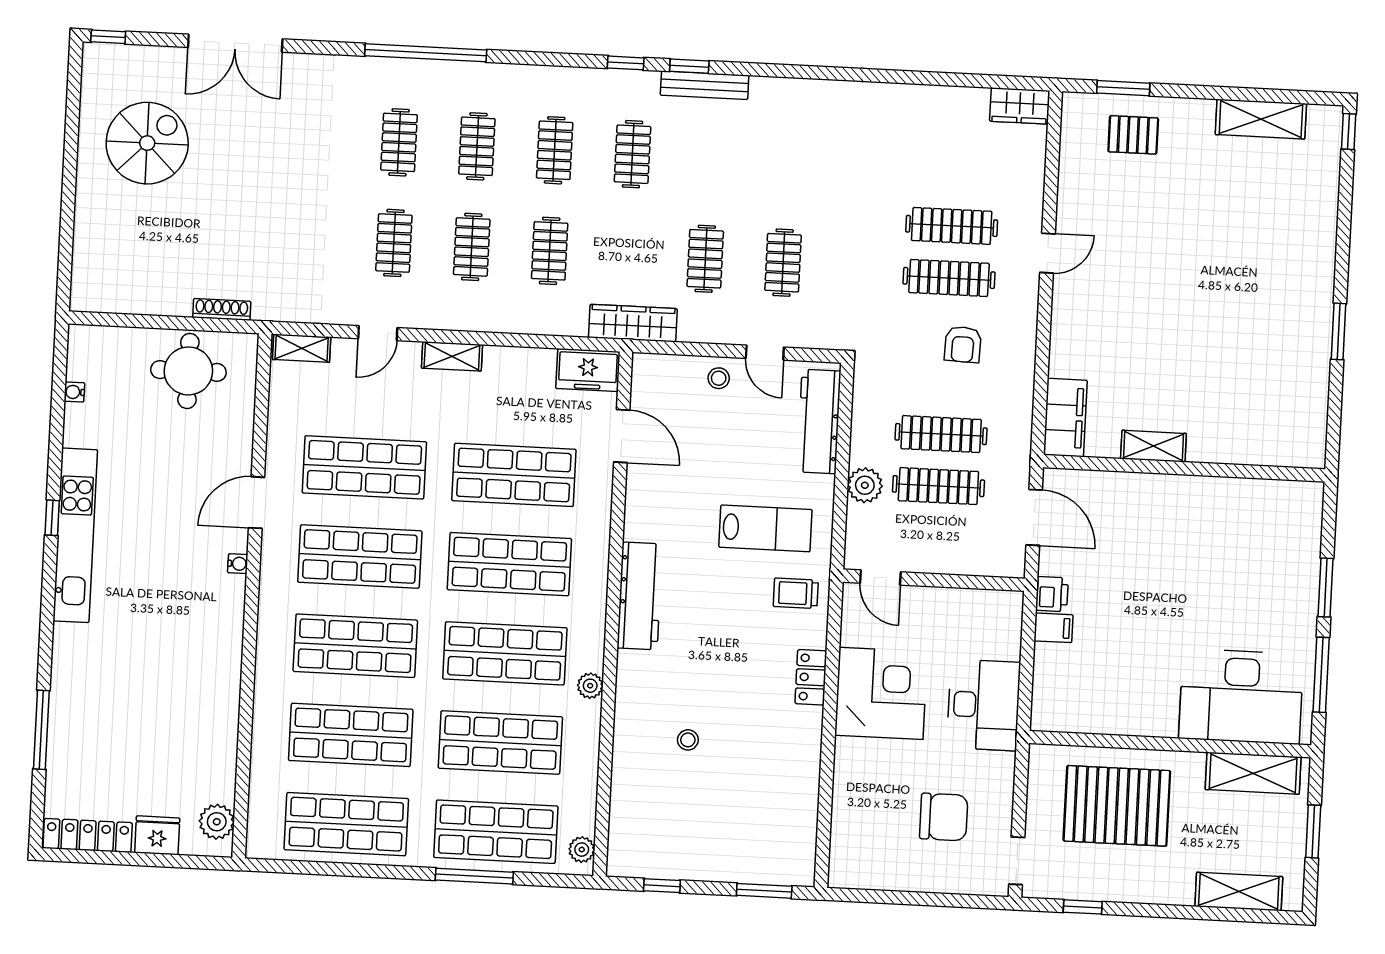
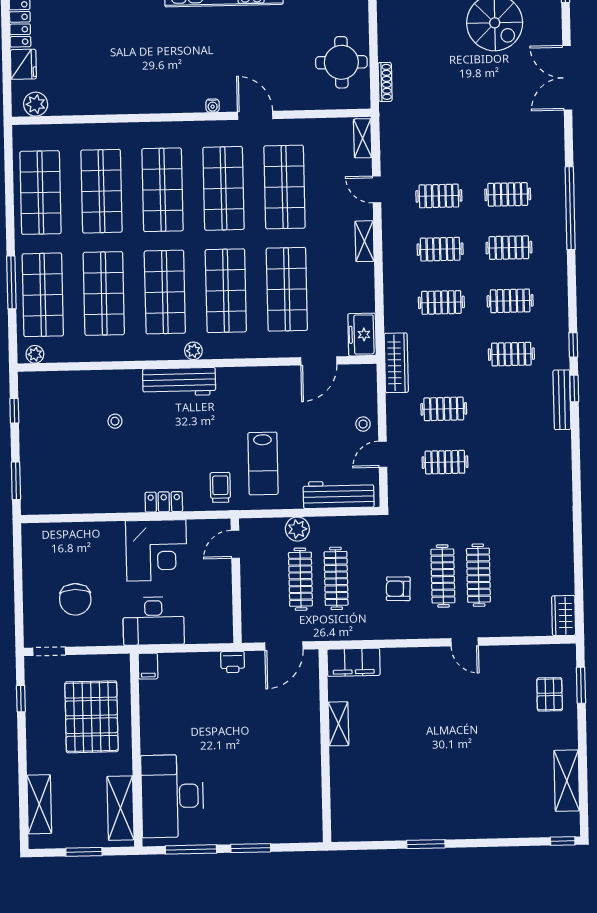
workbench: (640, 596) -> (179, 382), moved
filing cabinet: (1053, 628) -> (148, 666), moved
plant: (590, 686) -> (193, 351), moved

